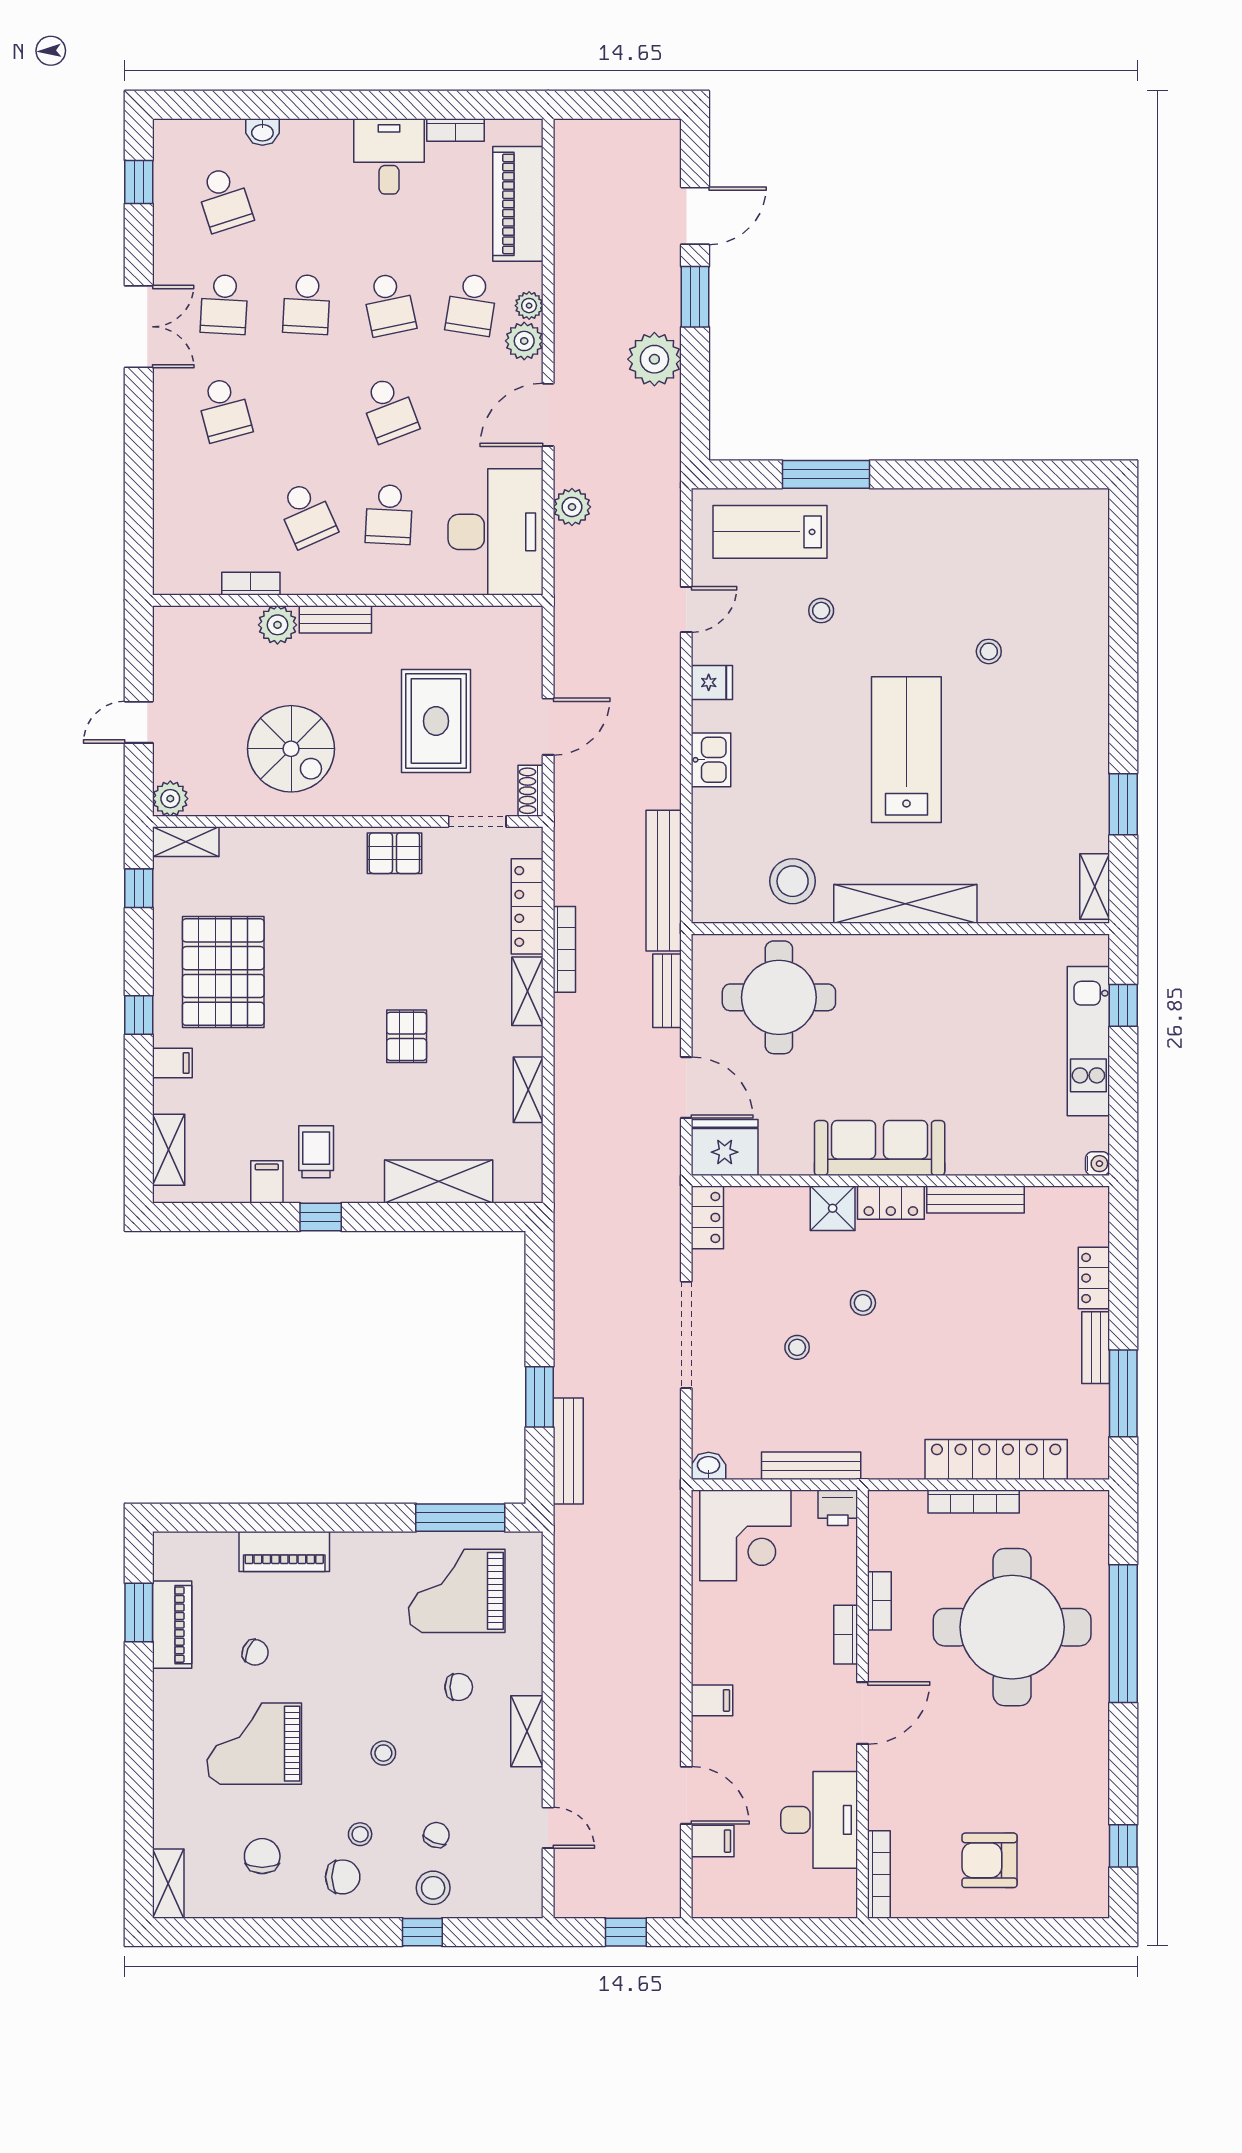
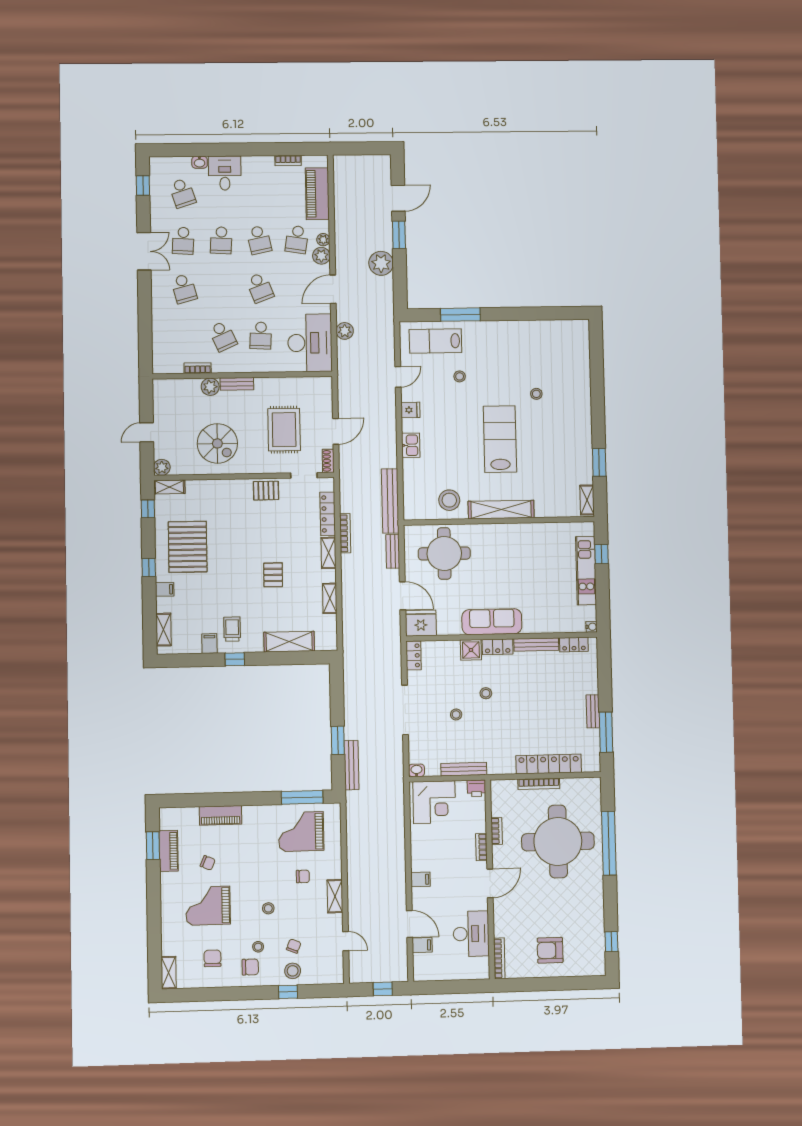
desk: (389, 156) -> (225, 173), moved
locker: (1094, 1278) -> (574, 645), moved, turned -90

